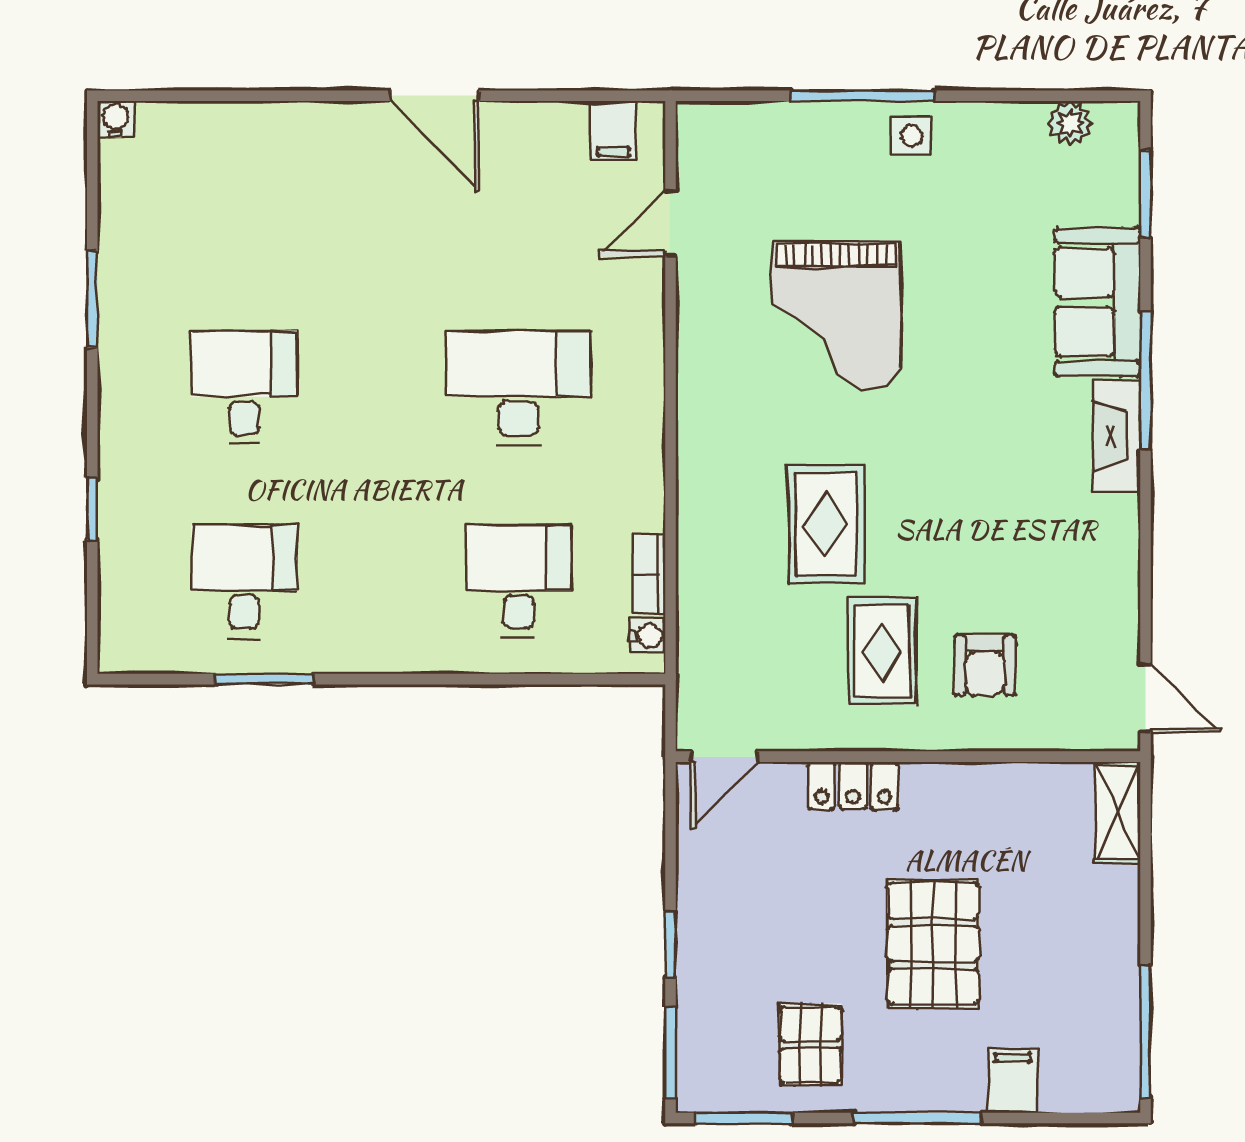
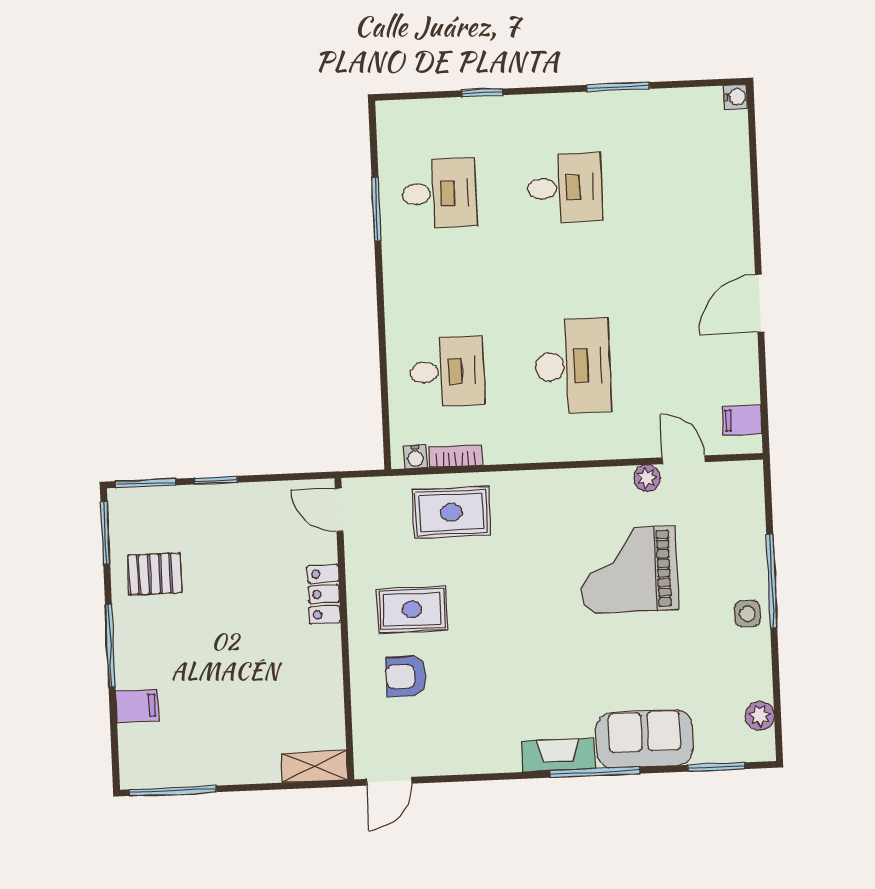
plant: (696, 281) -> (647, 478), added
rug: (826, 524) -> (451, 512), moved
pallet: (933, 944) -> (224, 651), removed

